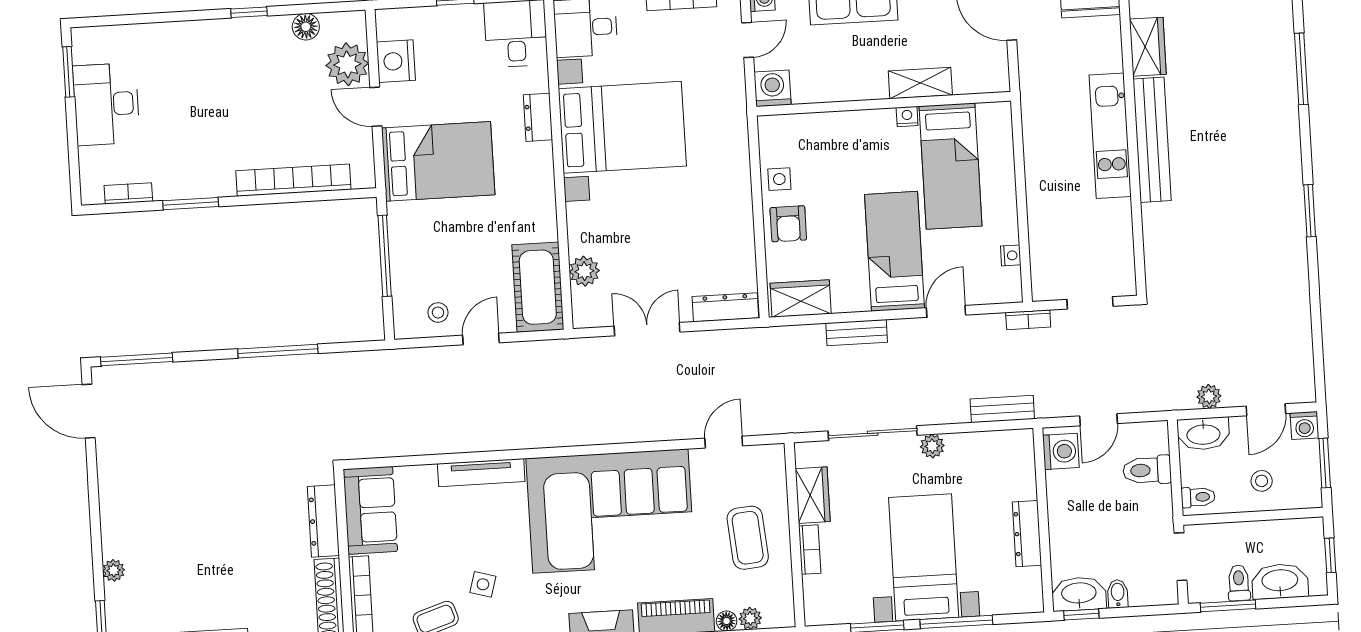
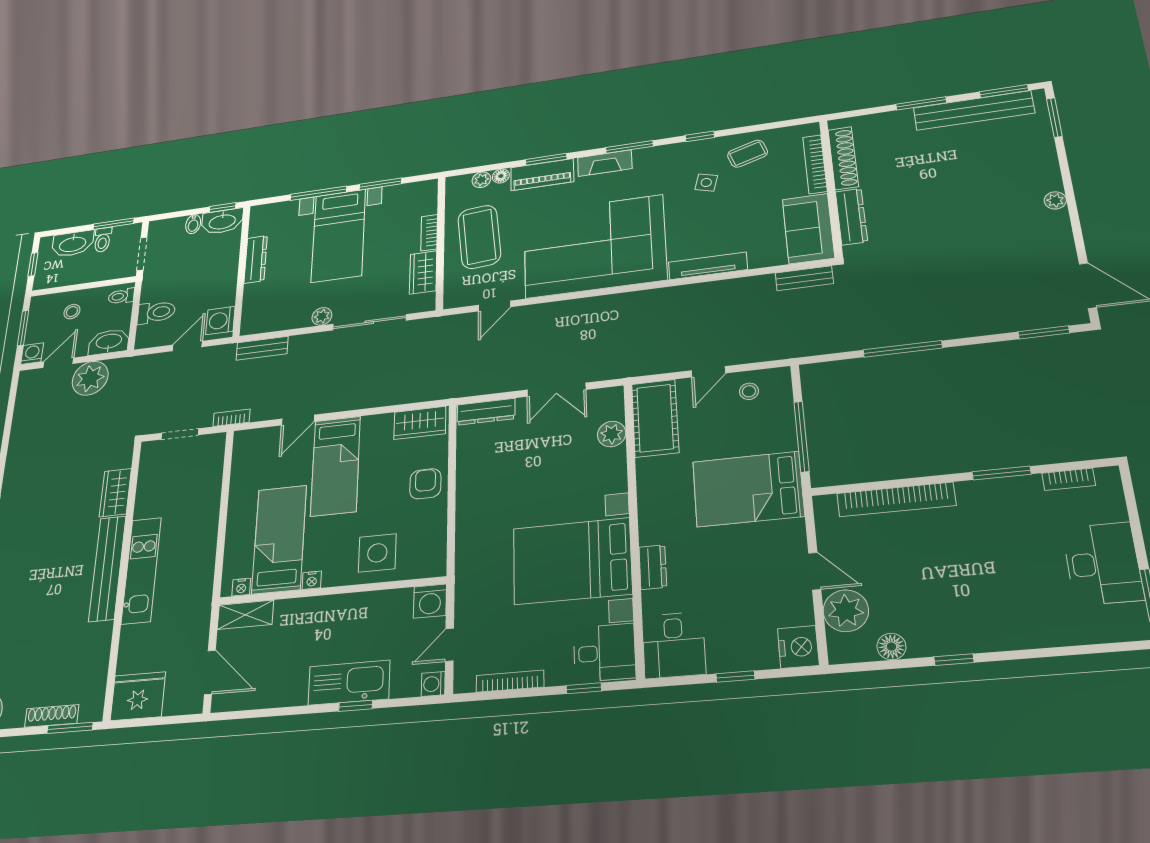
wardrobe: (1148, 47) -> (115, 493), moved
nightstand: (396, 61) -> (798, 647), moved
shelving: (920, 83) -> (245, 615), moved
bed: (438, 161) -> (748, 489), moved
side table: (779, 179) -> (377, 553), moved, width x1.87, depth x1.87
nightstand: (1011, 255) -> (241, 587), moved, turned -90
bench: (857, 333) -> (804, 278), moved
window: (137, 359) -> (1044, 332), width x0.69
plant: (1209, 396) -> (90, 378), width x1.87, depth x1.87
coffee table: (748, 538) -> (479, 237), width x1.36, depth x1.32
plant: (114, 570) -> (1055, 200), moved

